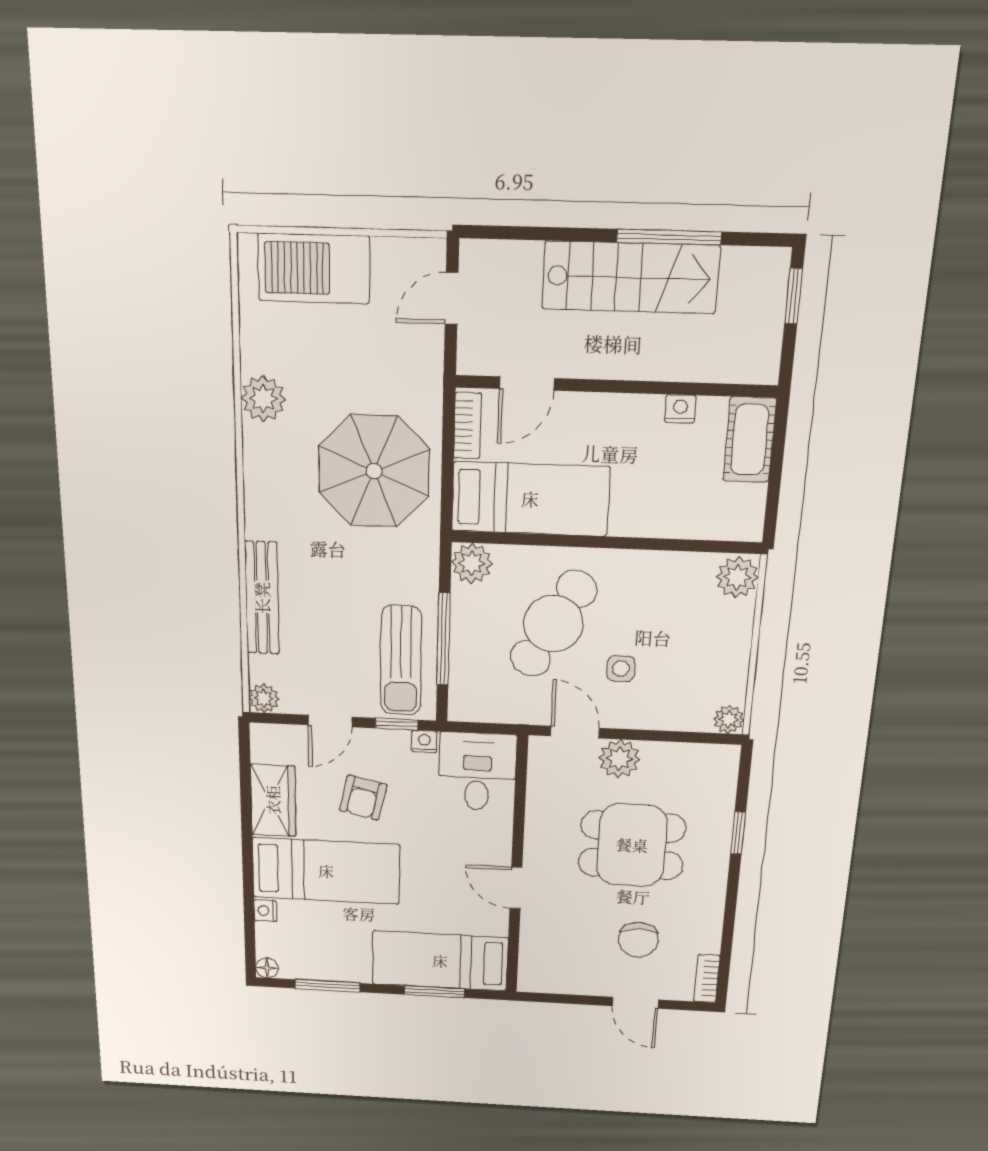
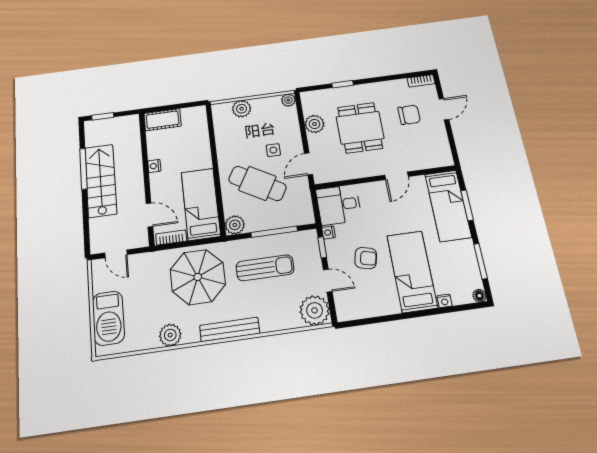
nightstand: (680, 409) -> (154, 166), moved
plant: (737, 577) -> (242, 109), moved
bench: (262, 598) -> (230, 329), moved
sun lounger: (401, 661) -> (265, 268), moved
plant: (264, 698) -> (315, 310), width x1.87, depth x1.87
plant: (619, 759) -> (315, 124), moved
wardrobe: (273, 800) -> (378, 304), removed

